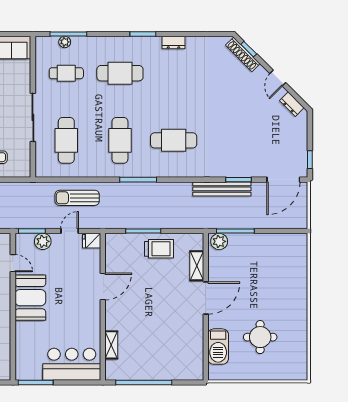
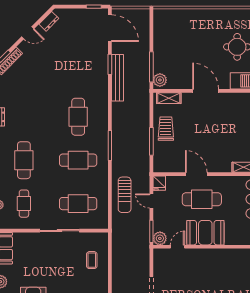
plant: (43, 241) -> (160, 238), moved
shelving: (197, 266) -> (169, 98), moved
cafe table: (72, 293) -> (202, 199), added

